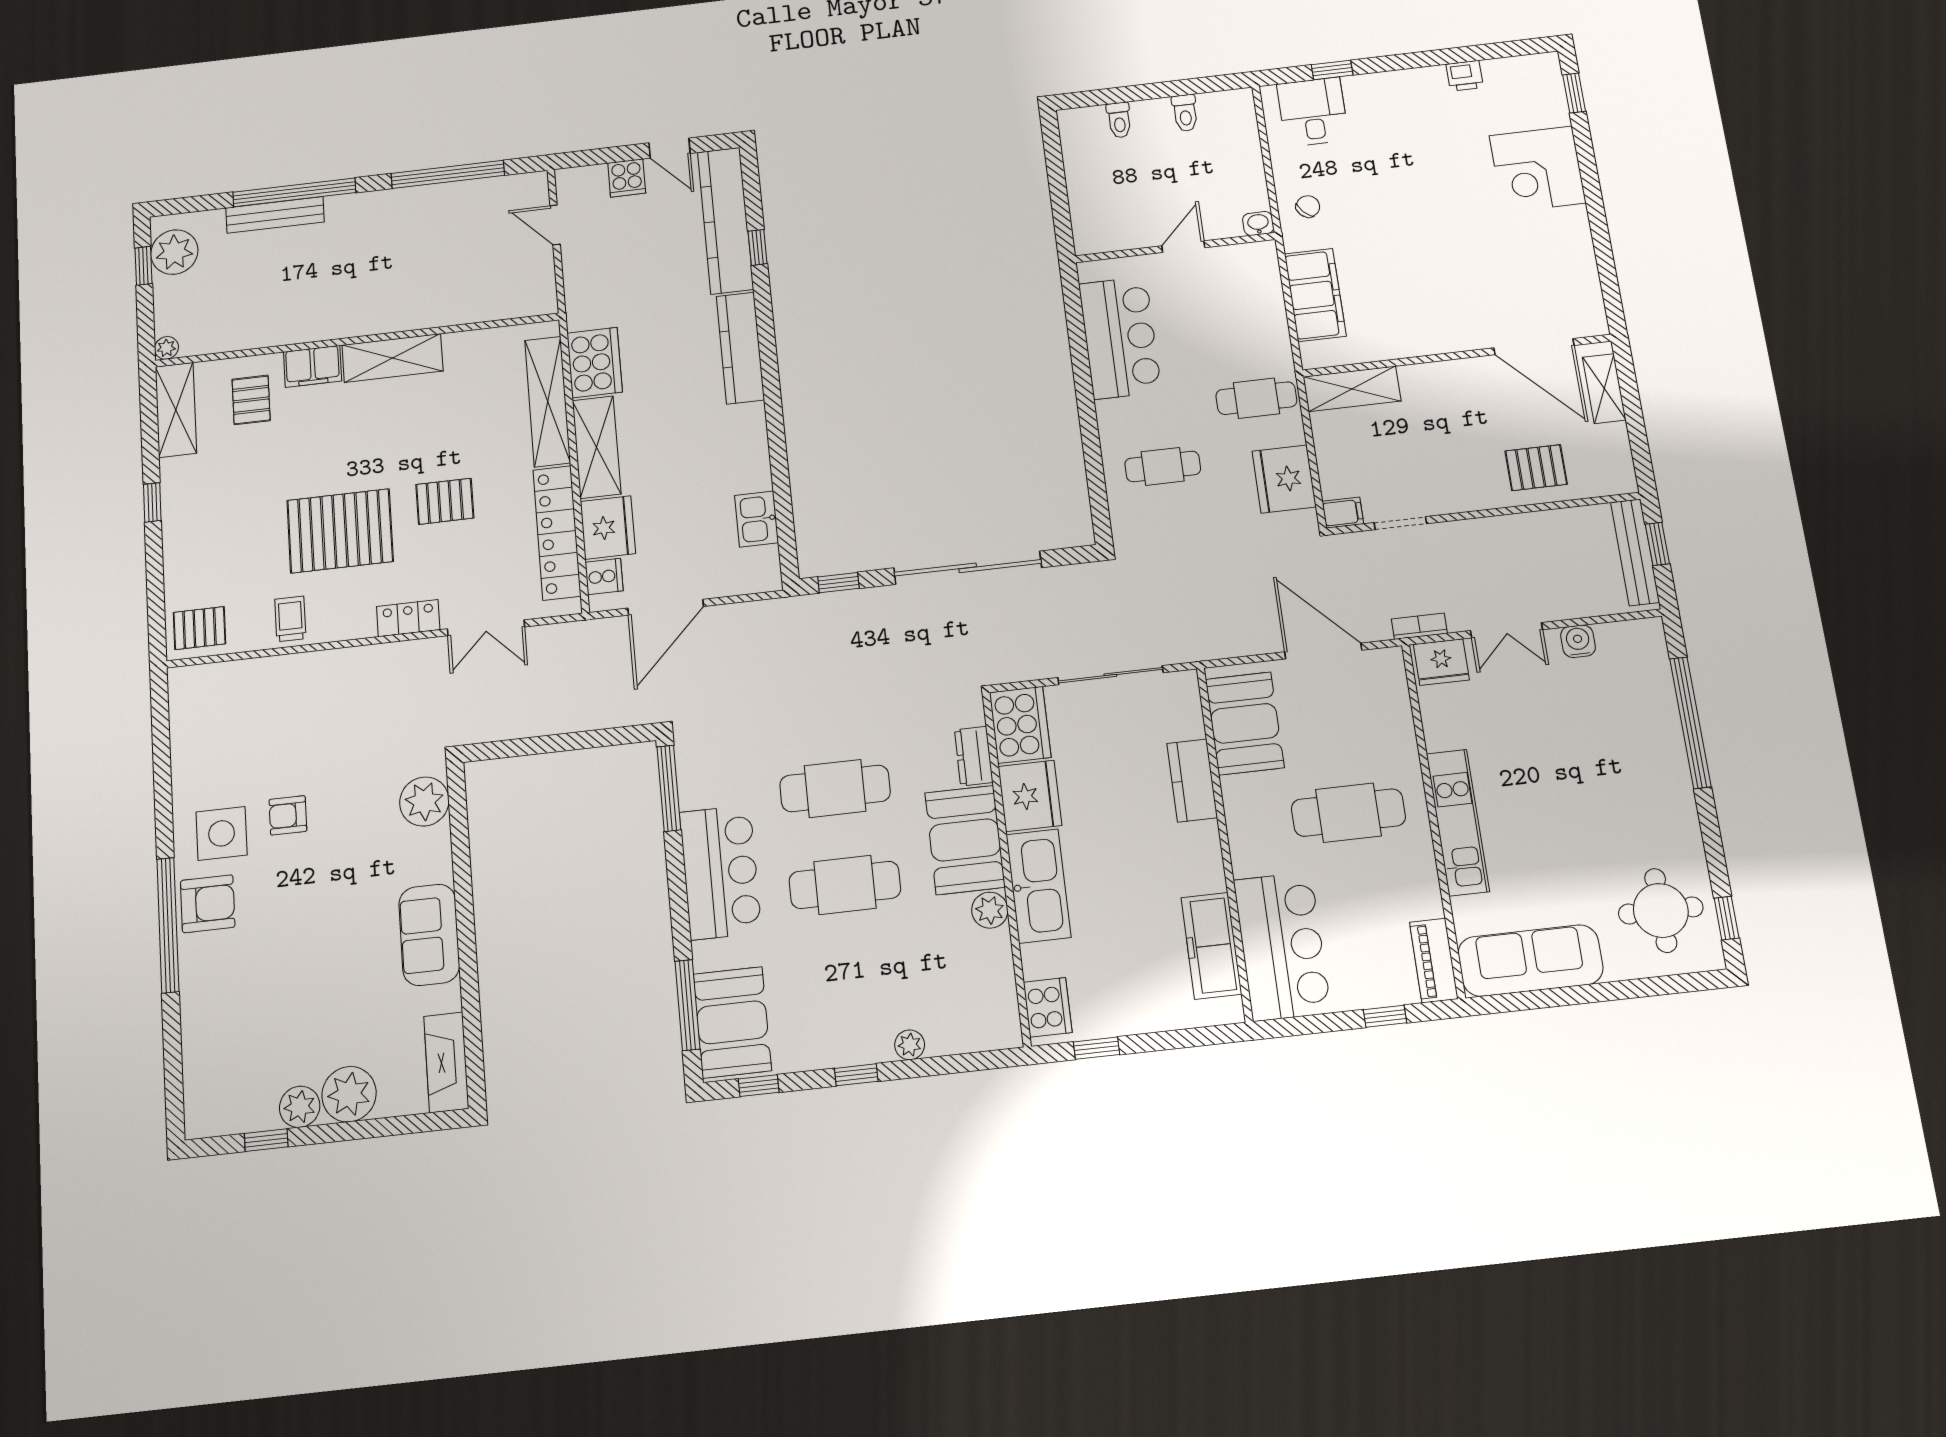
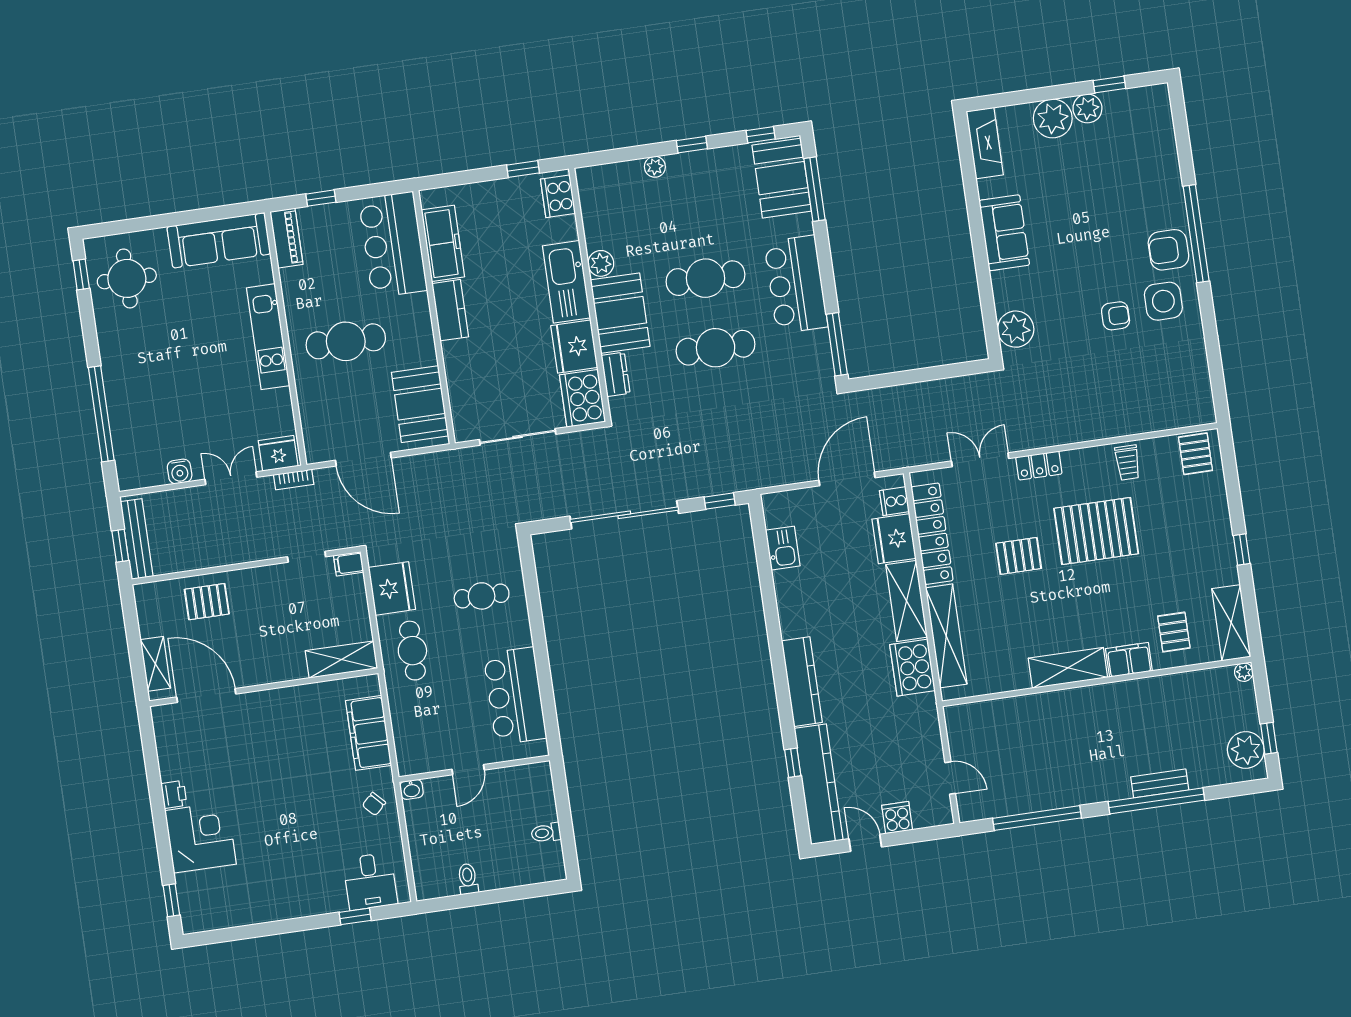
printer: (1465, 76) -> (174, 794), moved, turned 90
toilet: (1119, 120) -> (546, 833), moved, turned -90
bench: (275, 215) -> (1160, 783), width x0.73
cafe table: (1256, 398) -> (412, 651), turned 90
pallet: (199, 628) -> (1195, 454), turned 90
kitchen counter: (1192, 780) -> (450, 310), moved

